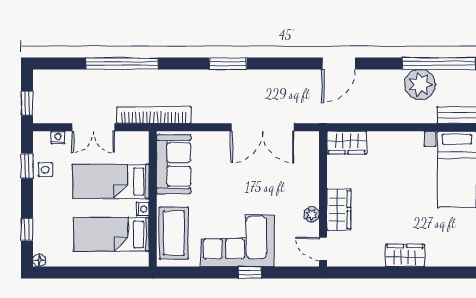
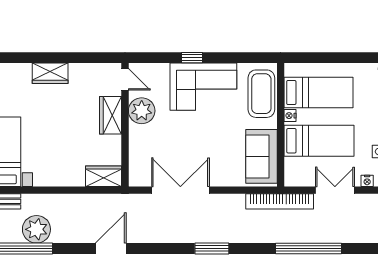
plant: (312, 214) -> (142, 111), width x1.87, depth x1.87

